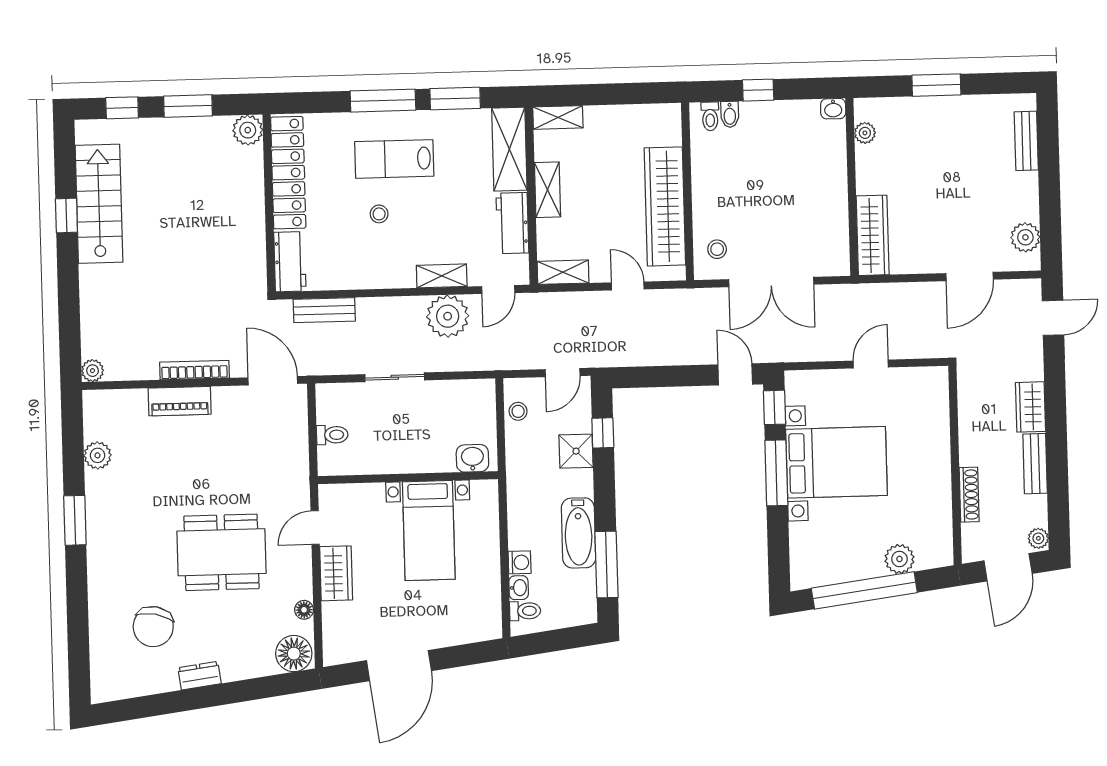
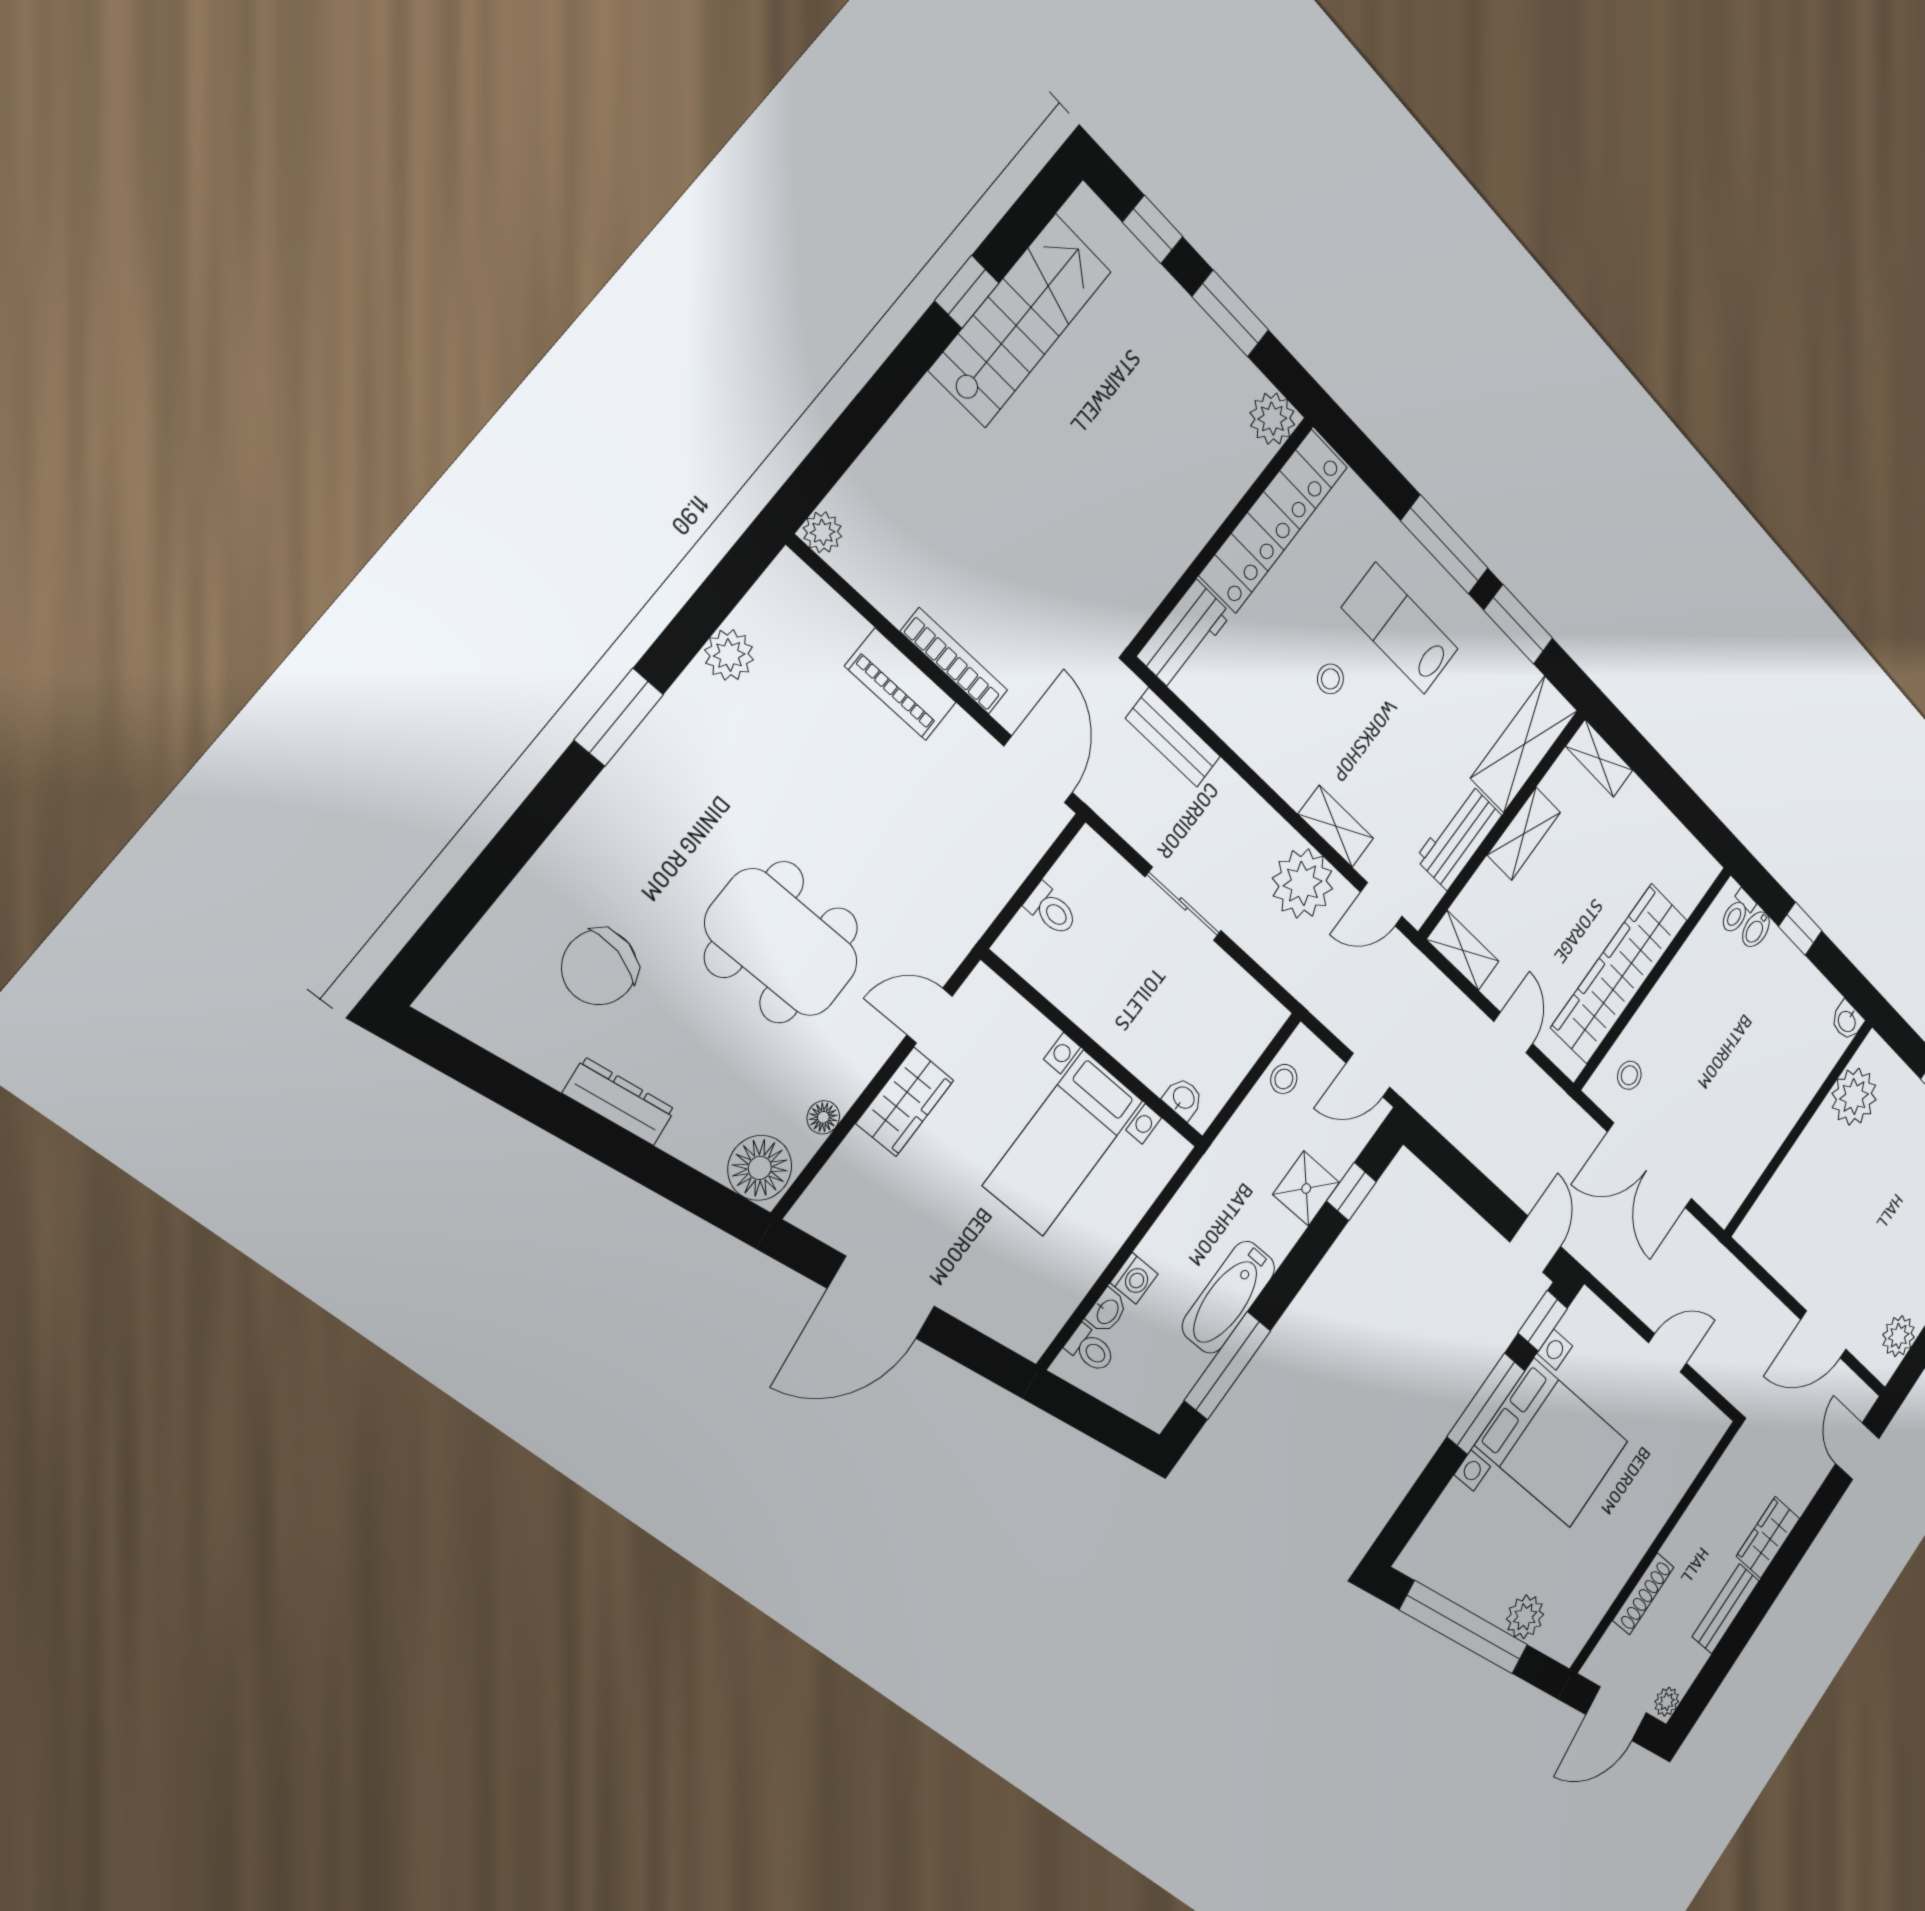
plant: (865, 133) -> (1854, 1097), width x1.88, depth x1.88
wardrobe: (873, 235) -> (1777, 1202), removed
door: (1053, 318) -> (1857, 1451), swing flipped
washbasin: (472, 458) -> (1183, 1098), width x0.72, depth x0.69
dresser: (200, 676) -> (619, 1101), width x1.44

